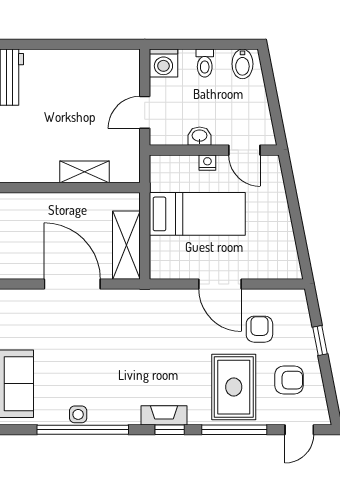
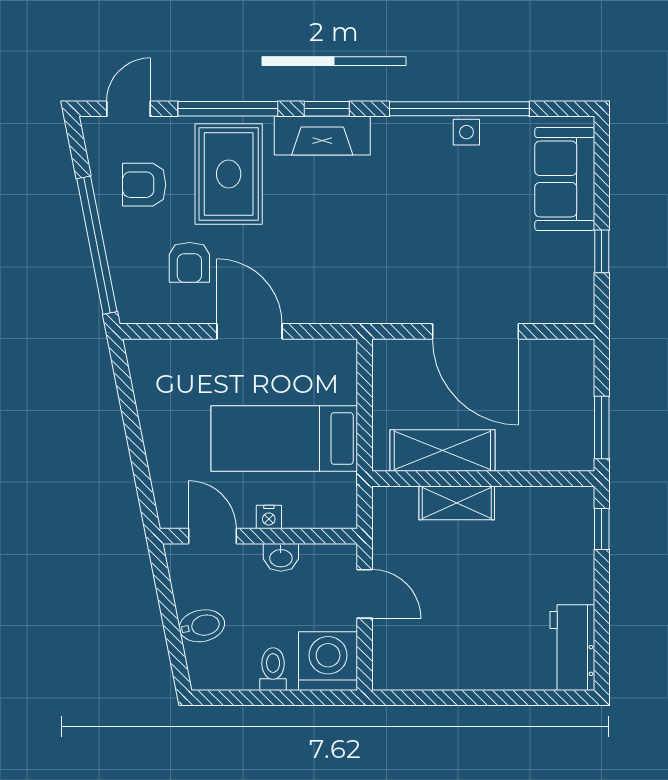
washing machine: (163, 63) -> (328, 661), width x1.37, depth x1.37
bidet: (242, 64) -> (202, 626), moved, turned 79
door: (145, 112) -> (365, 594), hinge flipped
shelving: (126, 245) -> (442, 451), moved, turned 90
window: (320, 340) -> (97, 245), width x3.17
fireplace: (164, 415) -> (322, 136), width x1.37, depth x1.32

